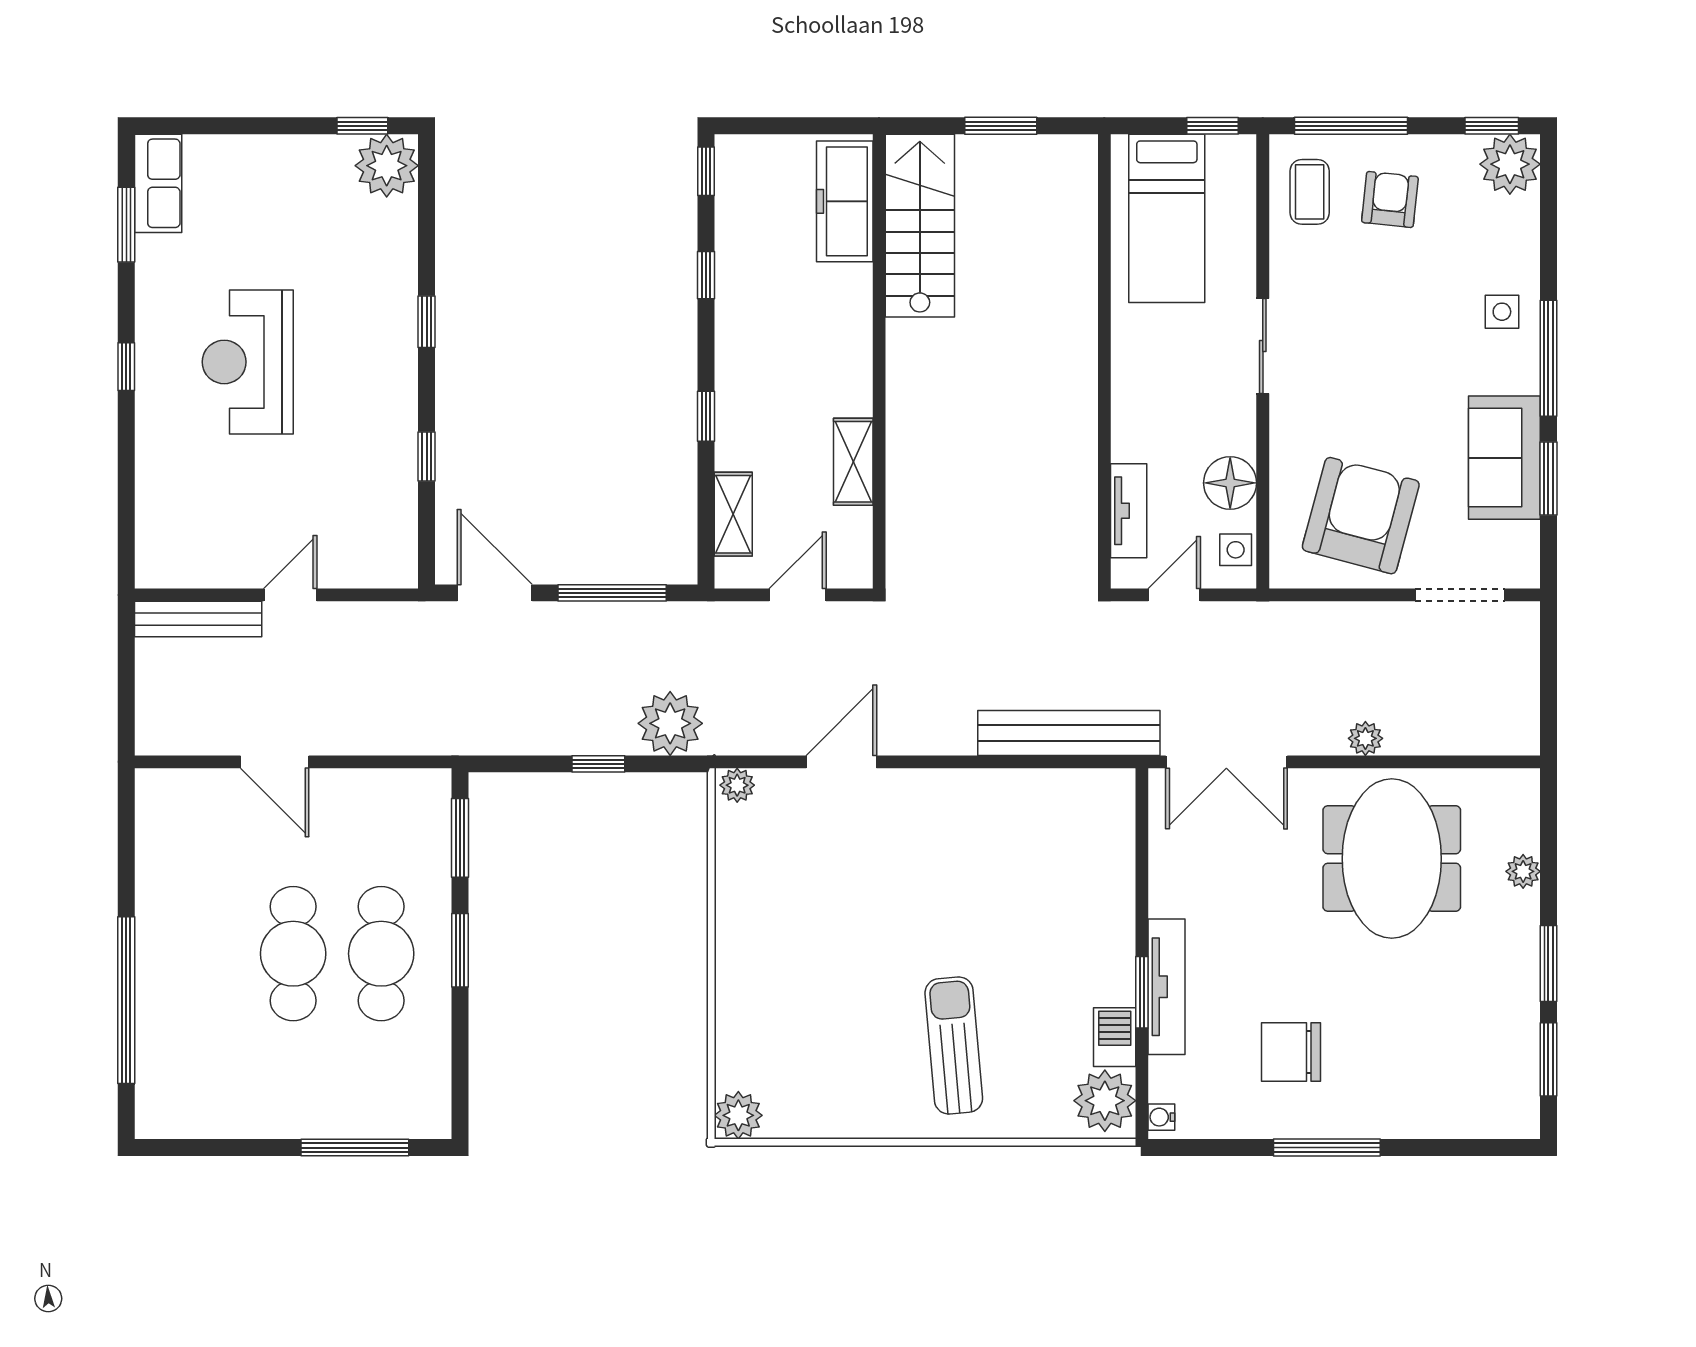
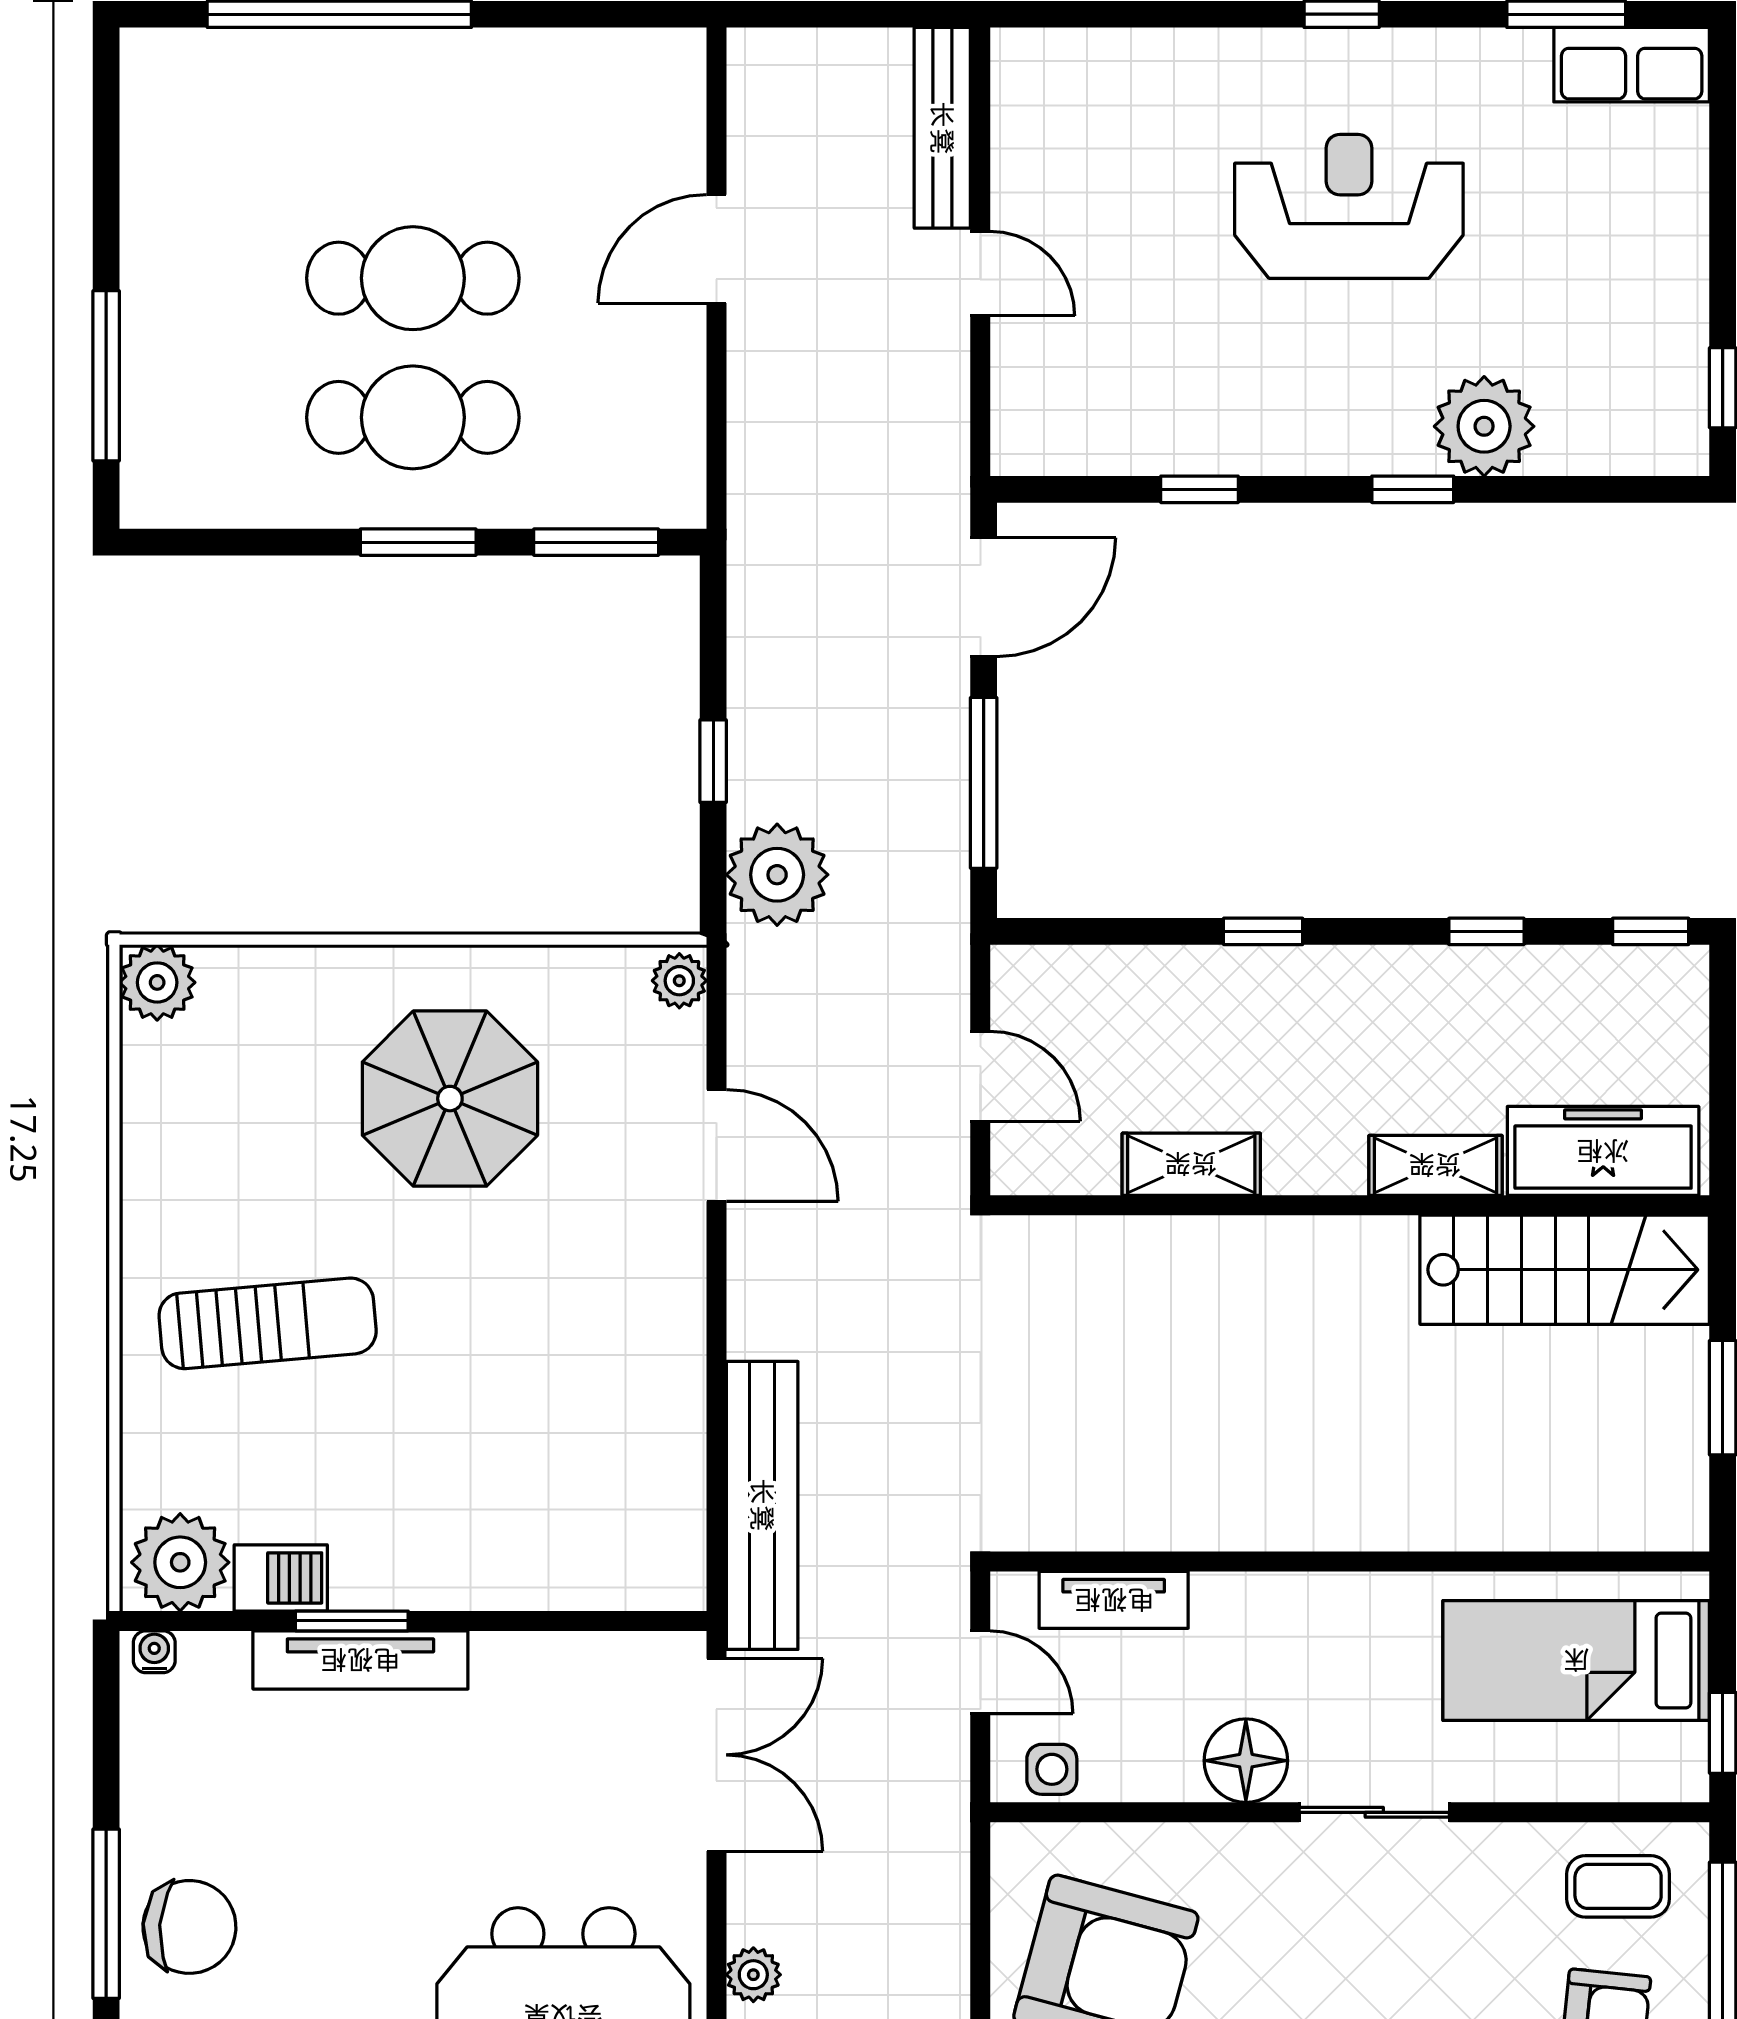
plant: (387, 166) -> (1484, 426), moved
floor lamp: (1230, 483) -> (1246, 1761), moved
shelving: (733, 514) -> (1435, 1165), moved
double door: (1226, 762) -> (716, 1755), swing flipped
parasol: (812, 930) -> (450, 1099), added
chair: (1291, 1052) -> (189, 1927), moved, turned 94

